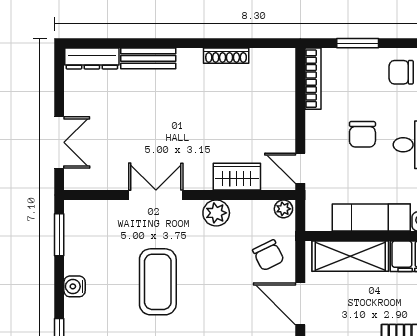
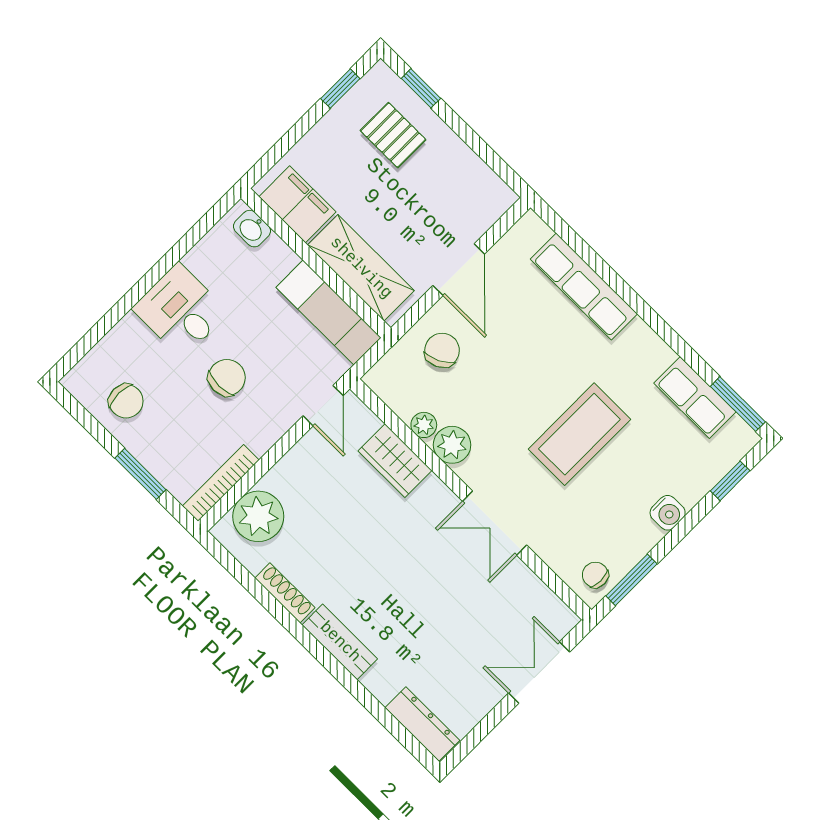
bench: (148, 58) -> (340, 642), moved
plant: (278, 81) -> (258, 516), added
plant: (283, 209) -> (424, 425), moved
exam couch: (371, 218) -> (328, 313), moved
chair: (80, 219) -> (595, 575), added

